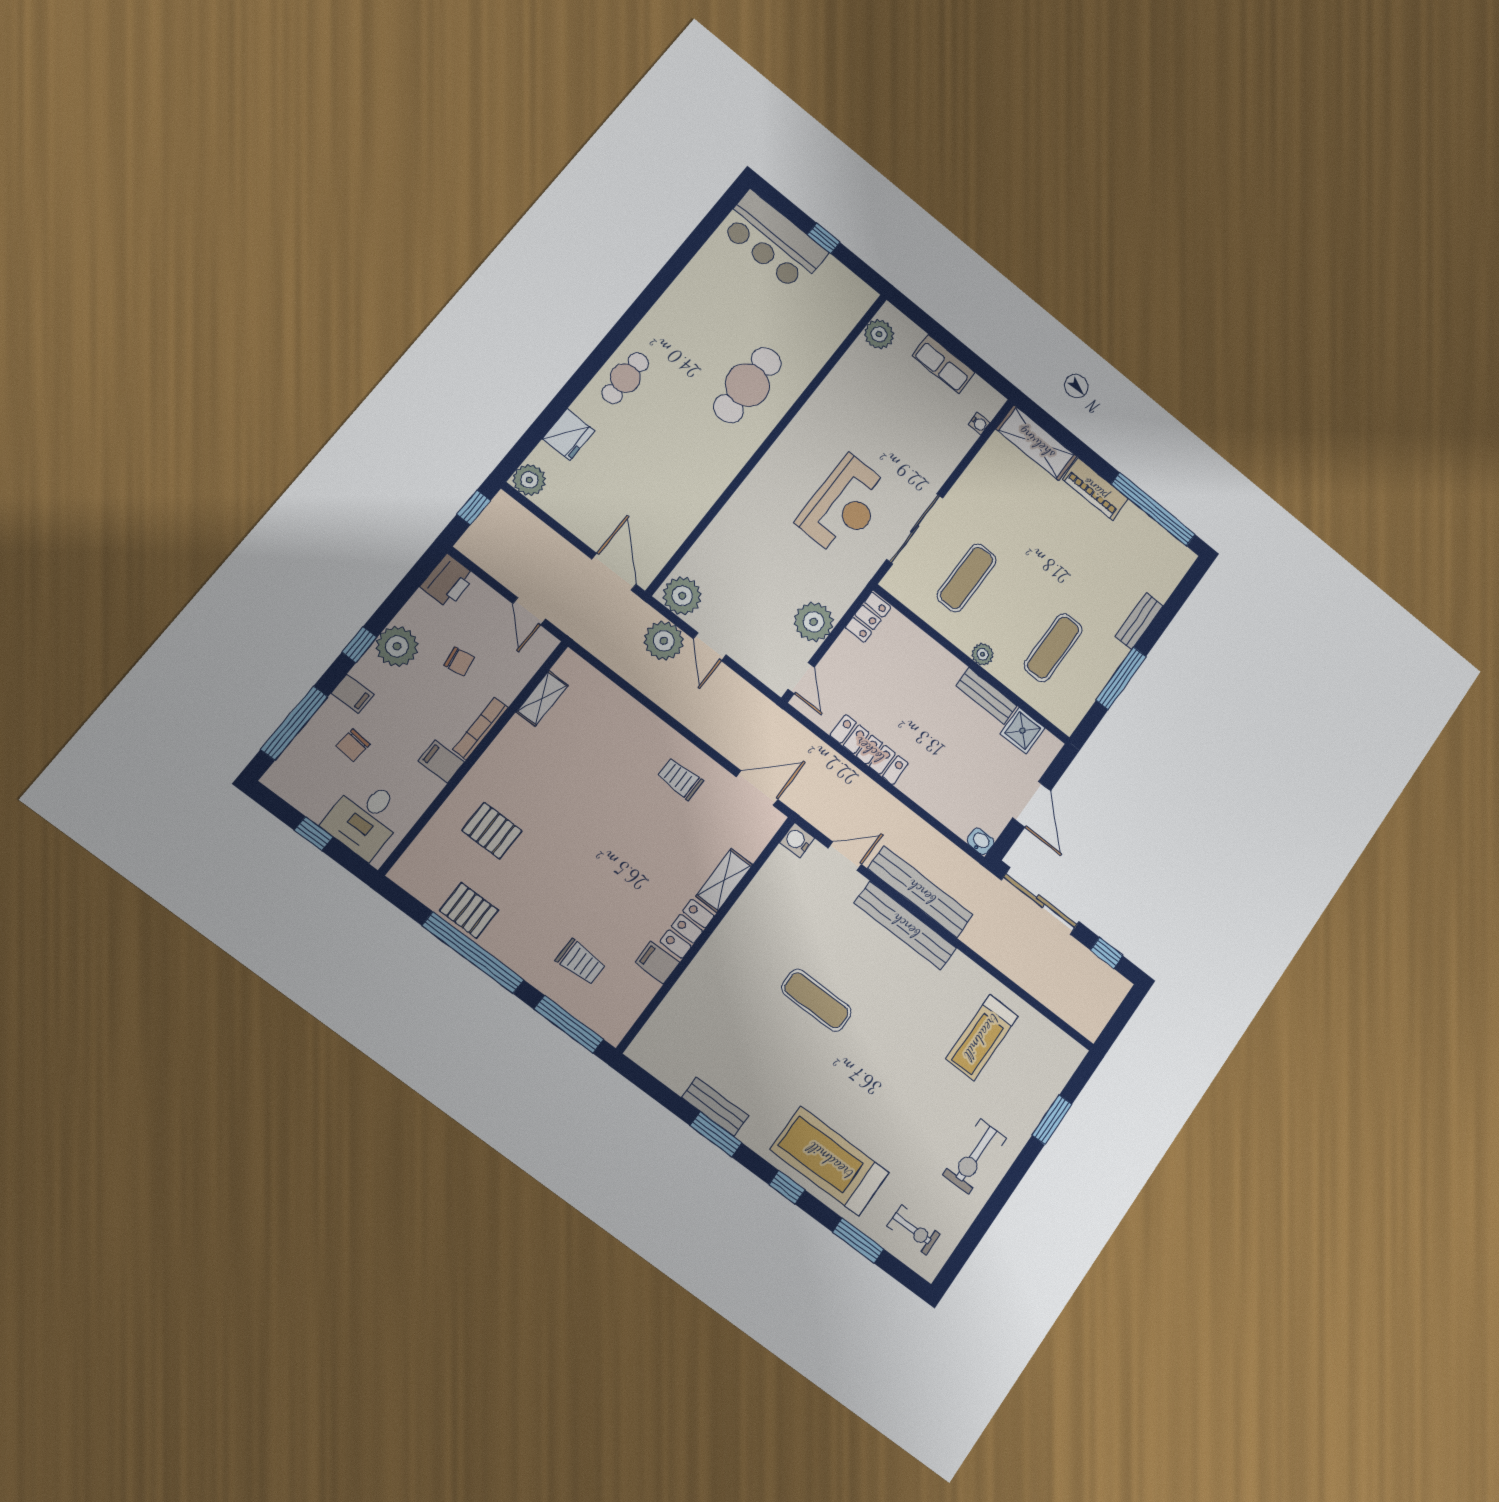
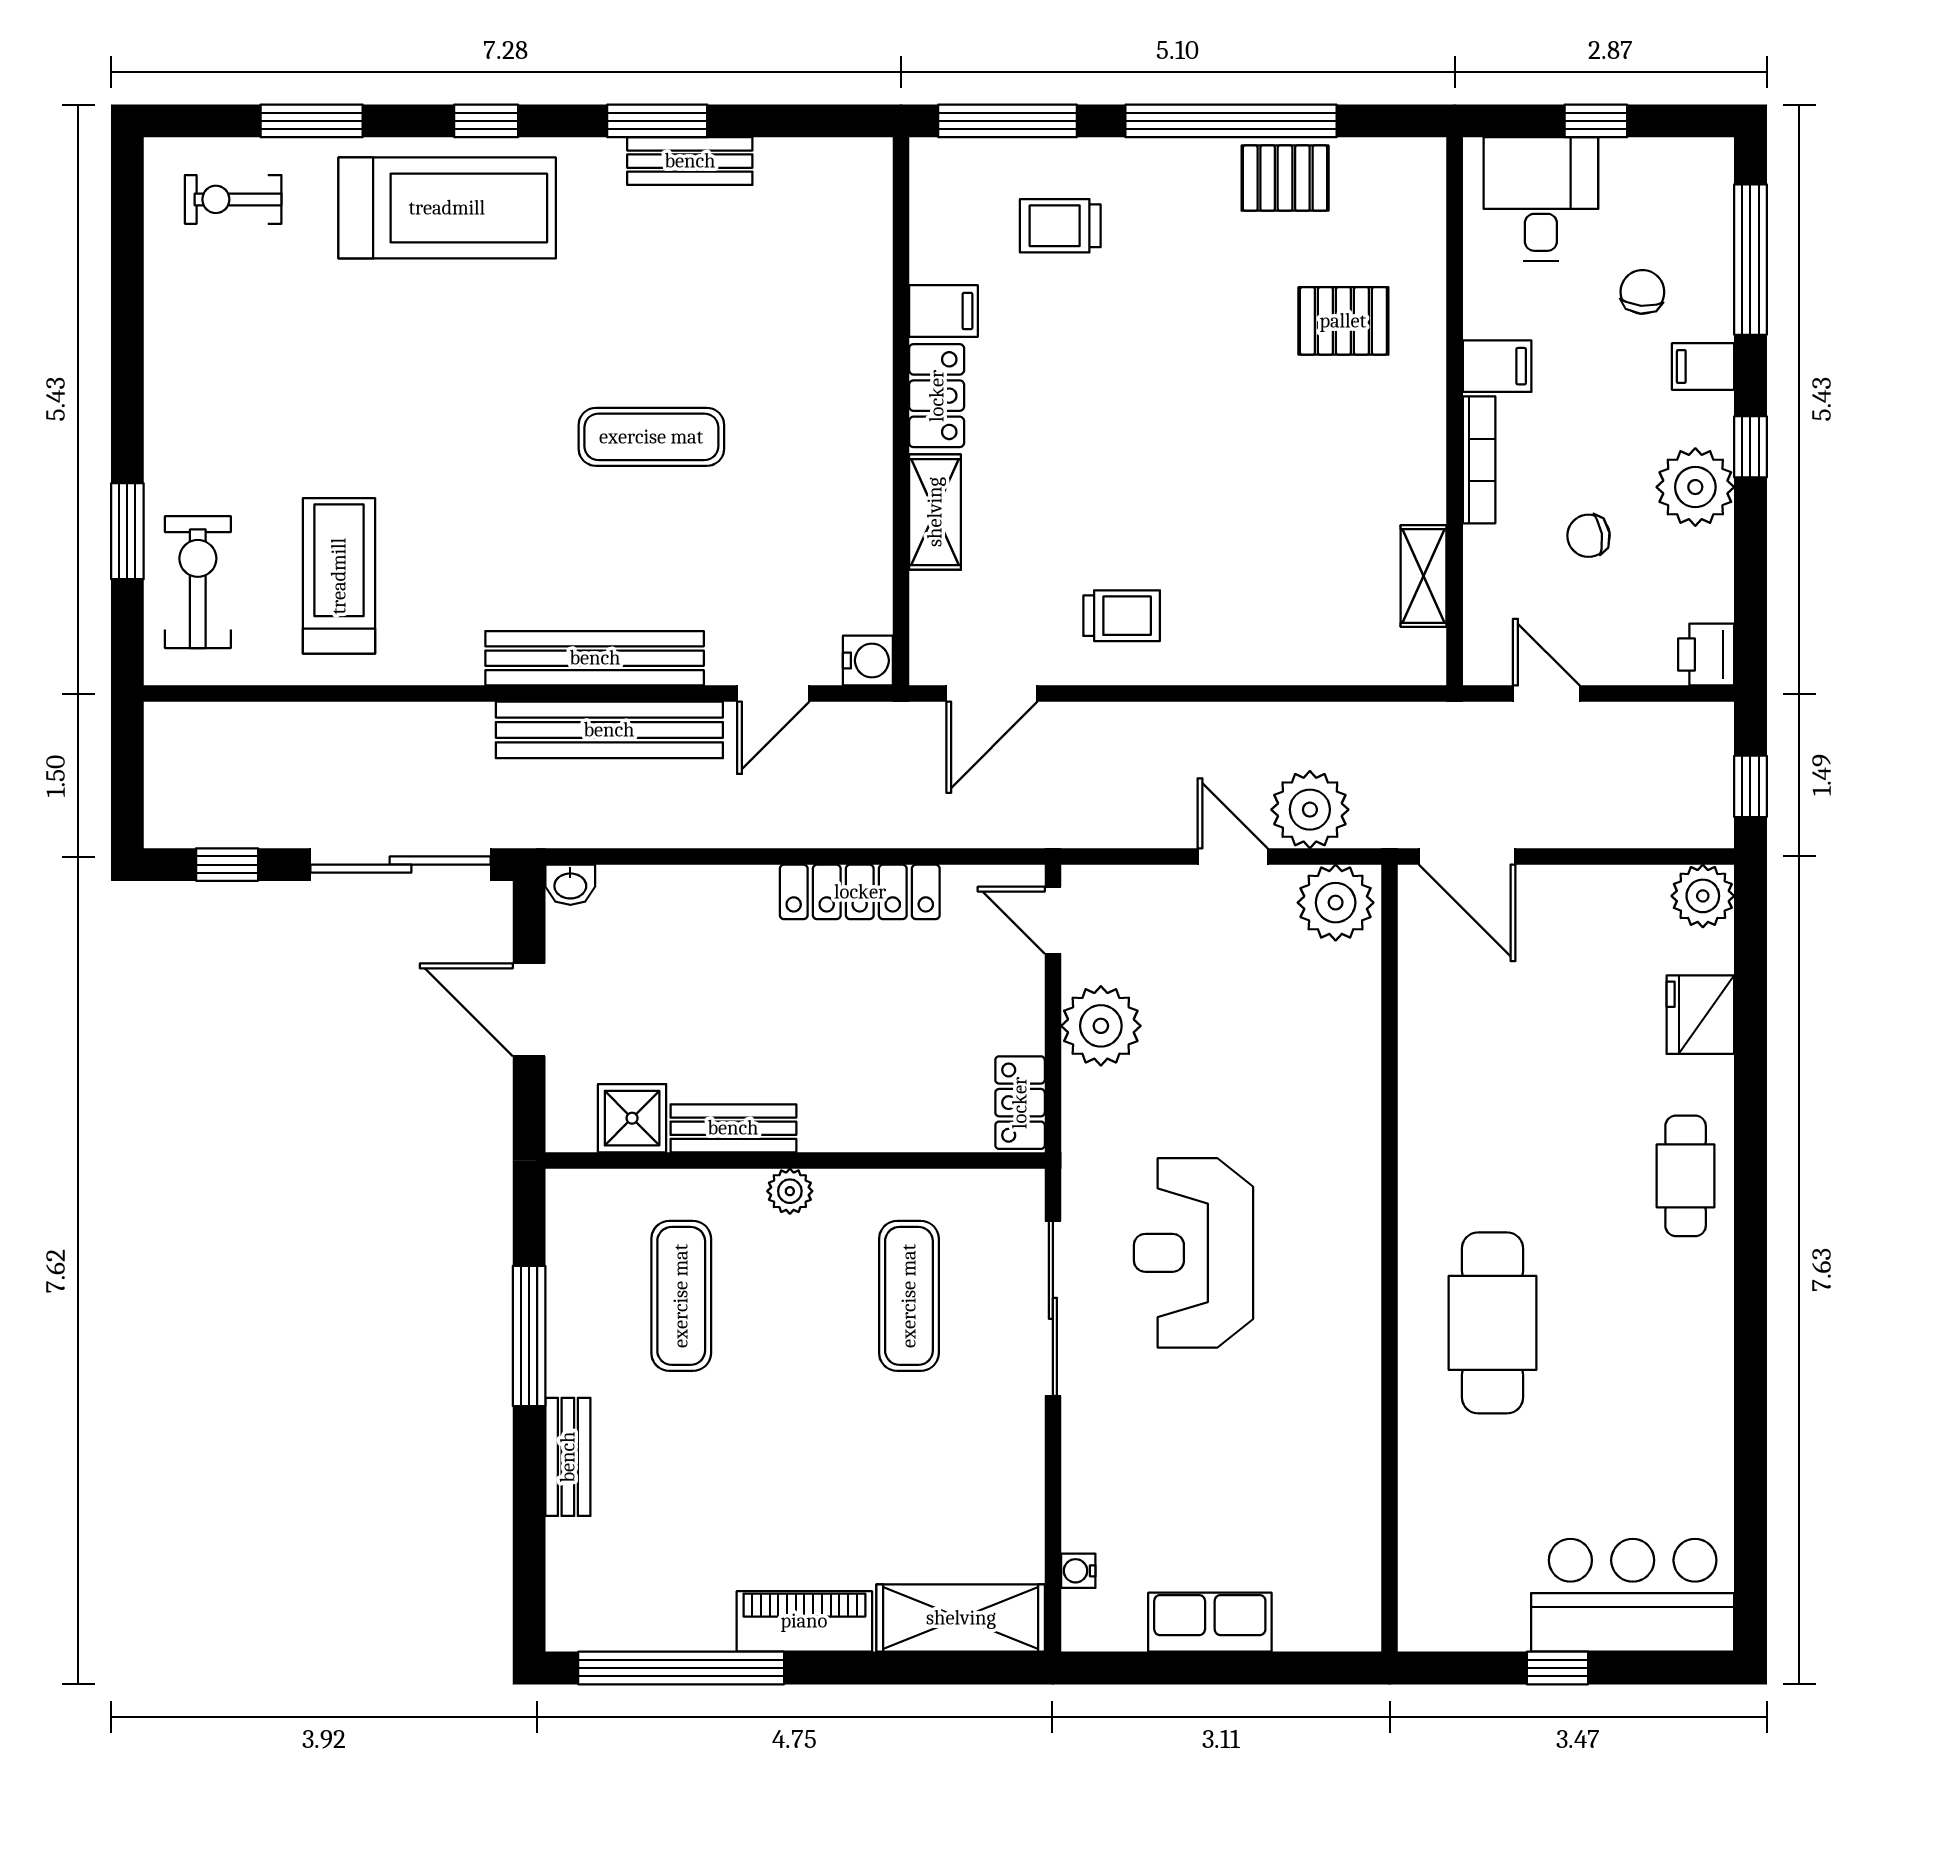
plant: (879, 334) -> (1350, 1583), removed
printer: (448, 581) -> (1706, 655), width x0.73, depth x0.81
exercise bike: (975, 1156) -> (198, 582), moved

